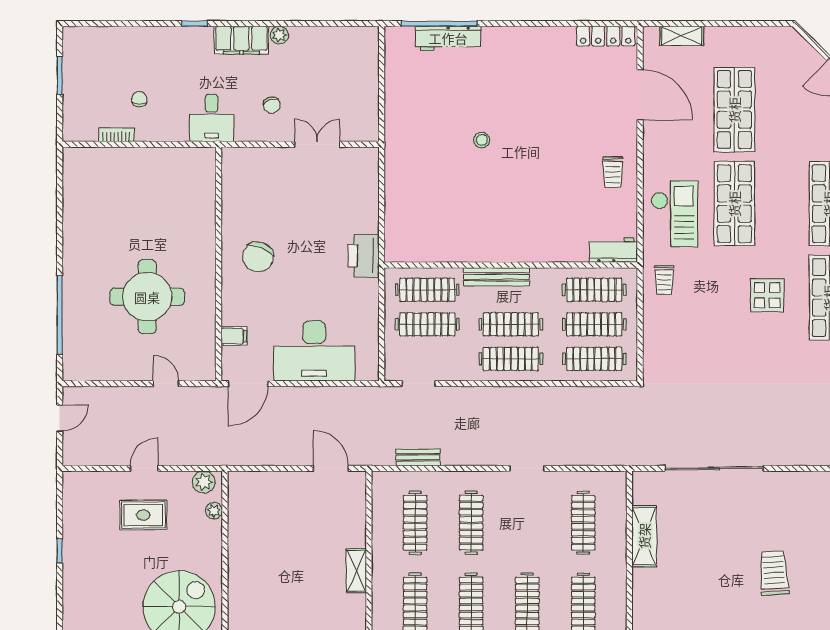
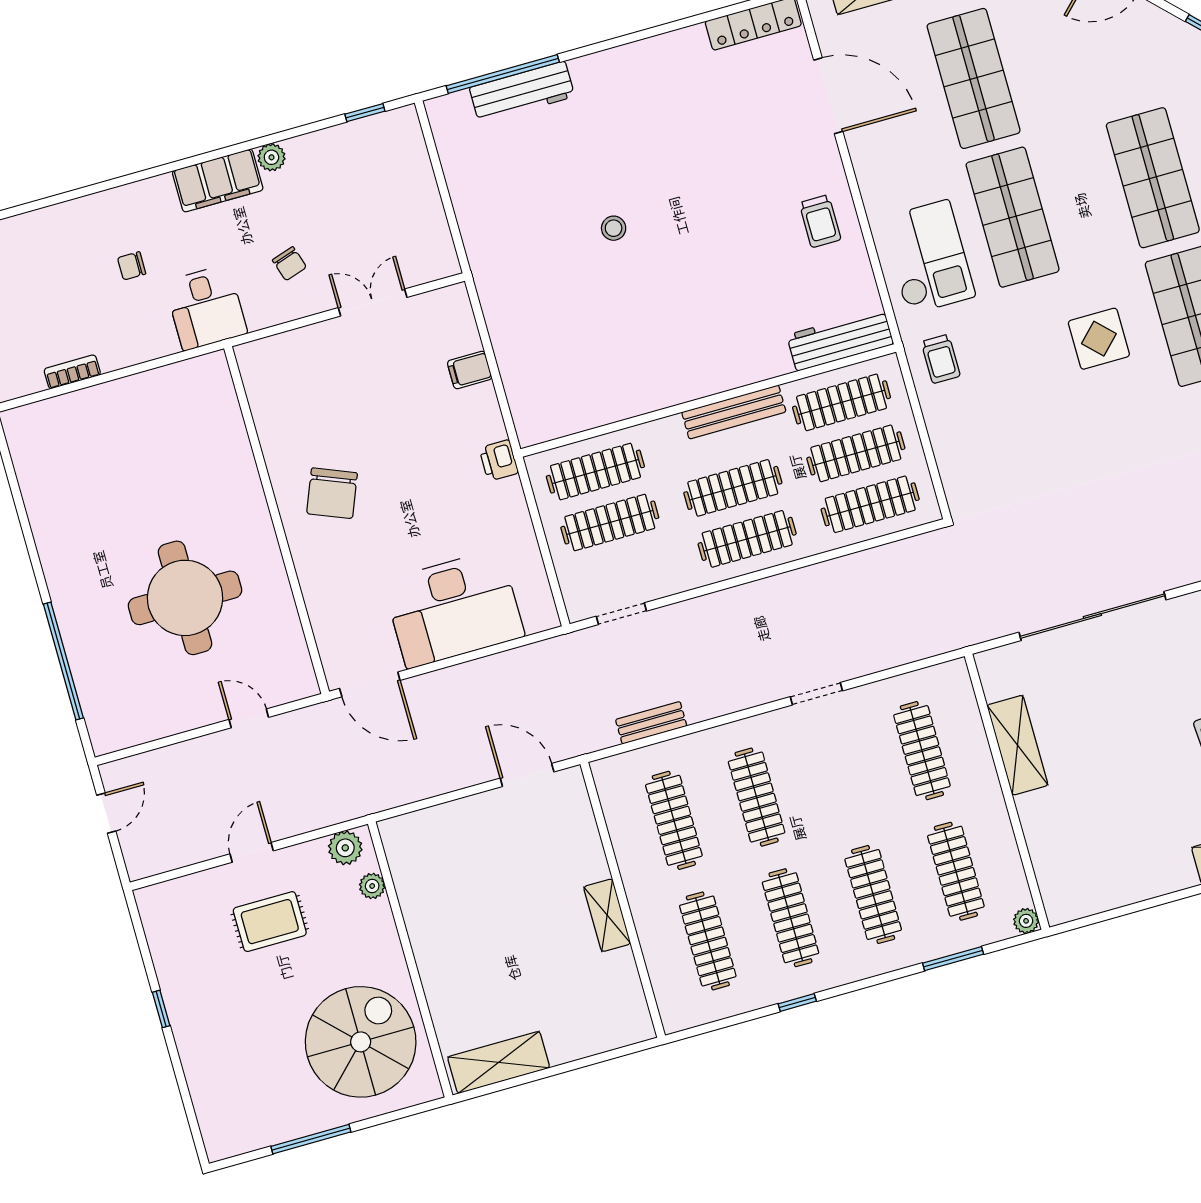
window: (195, 24) -> (365, 113), moved
chair: (139, 99) -> (132, 266), moved, turned -90
workbench: (613, 250) -> (840, 340), width x1.37
printer: (364, 256) -> (499, 460), width x0.53, depth x0.68
bench: (496, 277) -> (734, 412), moved
filing cabinet: (234, 336) -> (470, 370), moved, turned 180
door: (248, 384) -> (370, 684), hinge flipped

